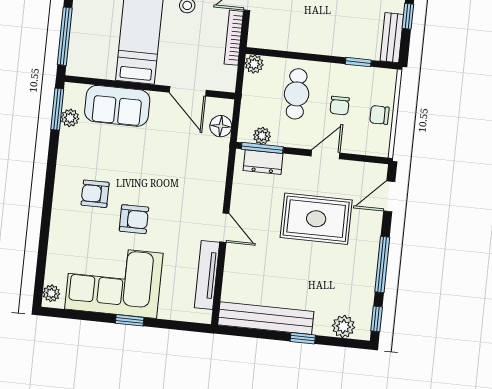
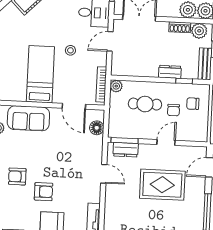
bookcase: (234, 38) -> (101, 84), moved
dresser: (337, 47) -> (170, 72), added
cafe table: (297, 94) -> (145, 104), turned 90
chair: (379, 115) -> (193, 104), moved
plant: (262, 136) -> (124, 133), removed
door: (224, 228) -> (104, 174), moved

